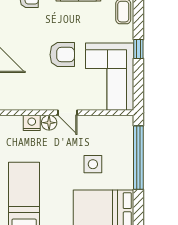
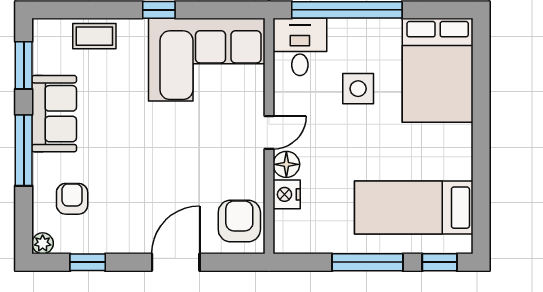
armchair: (62, 55) -> (239, 221), moved
desk: (117, 130) -> (300, 47), added

